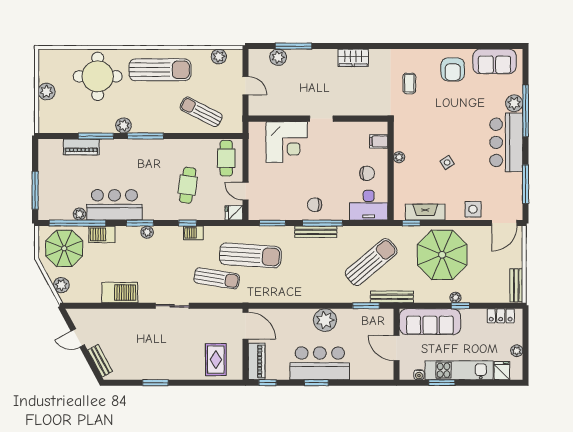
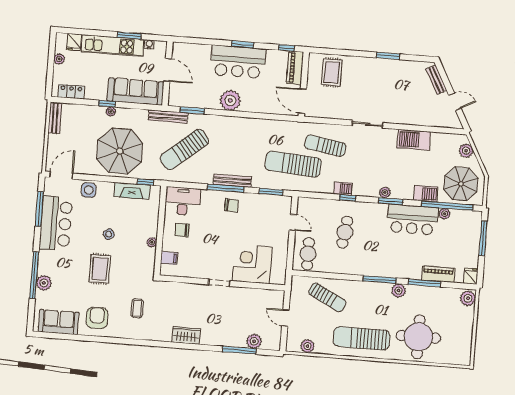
plant: (47, 92) -> (468, 298), moved
rug: (454, 124) -> (100, 269), added
bar counter: (506, 142) -> (56, 223), moved
fridge: (234, 213) -> (471, 276), moved, turned -90

